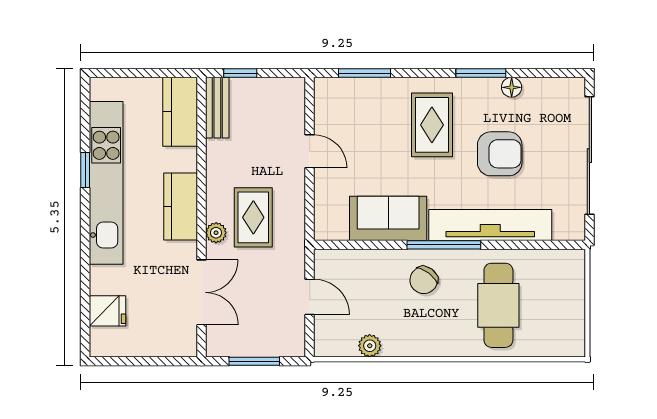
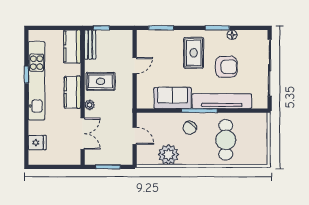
door: (310, 151) -> (135, 66), hinge flipped
rug: (253, 217) -> (101, 81), moved, turned 90
plant: (370, 346) -> (168, 155), width x1.87, depth x1.87

